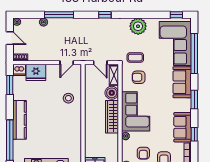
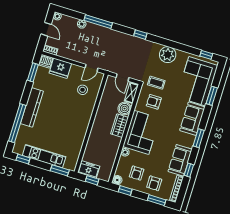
window: (194, 54) -> (212, 96), width x0.47
stool: (68, 98) -> (83, 90), moved
wardrobe: (112, 117) -> (120, 126), width x0.67

